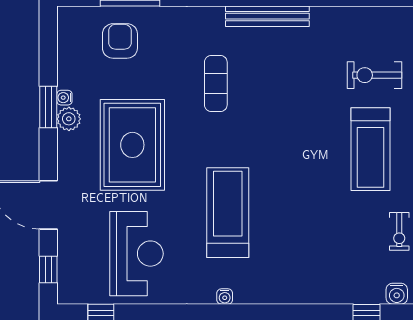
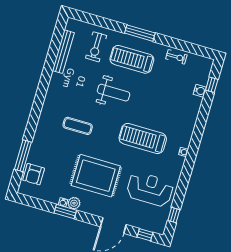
bench: (267, 16) -> (63, 52), moved
armchair: (120, 41) -> (34, 174), moved, turned -90
weight bench: (298, 133) -> (114, 93), added
treadmill: (370, 149) -> (132, 59), turned 180
water cooler: (397, 294) -> (200, 91), moved

